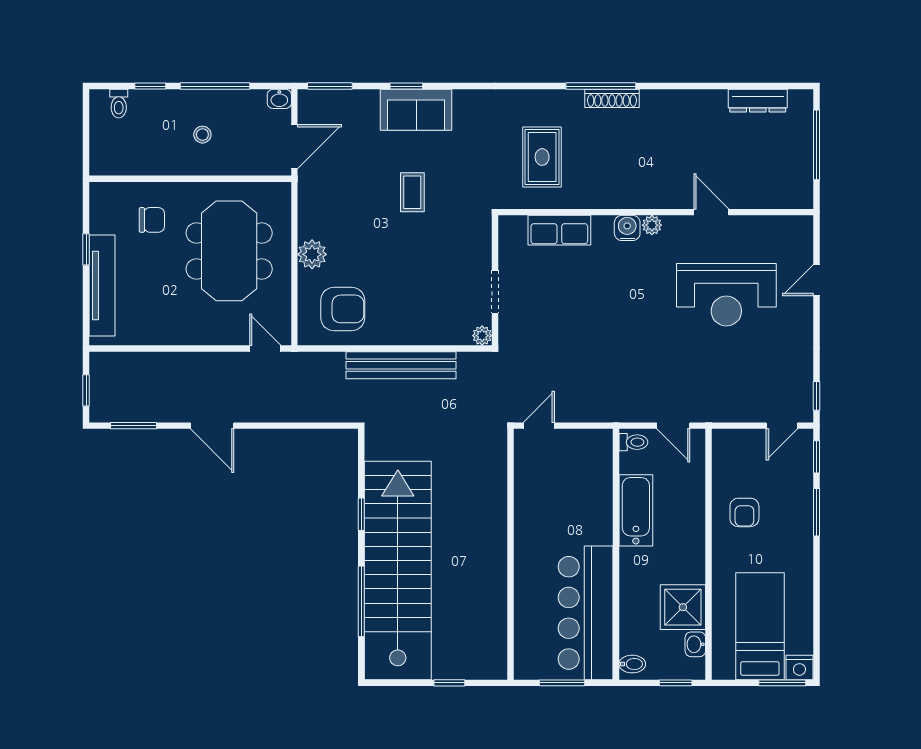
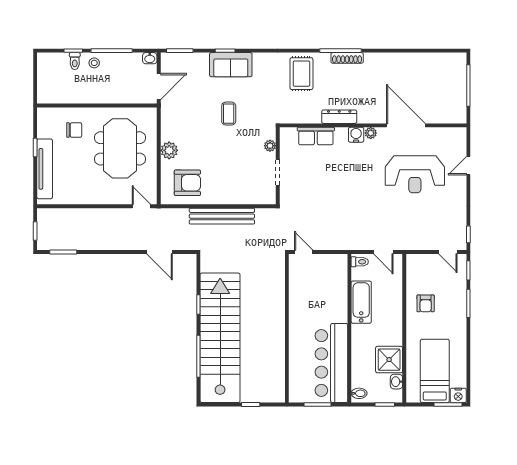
dresser: (758, 101) -> (339, 117), moved, turned 180
toilet: (119, 104) -> (75, 61), moved
stool: (202, 135) -> (94, 63), moved
rug: (542, 157) -> (301, 74), moved
door: (711, 212) -> (406, 125), width x1.88
plant: (482, 336) -> (270, 146), moved
door: (212, 426) -> (159, 252), moved
door: (539, 426) -> (304, 252), hinge flipped
door: (782, 426) -> (448, 252), hinge flipped

